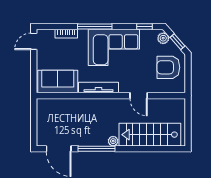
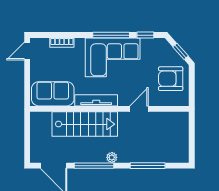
window: (95, 26) -> (111, 35), moved
plant: (163, 38) -> (165, 48), removed
door: (139, 96) -> (139, 109), swing flipped
stairs: (150, 135) -> (85, 124), moved, turned 180
window: (147, 149) -> (148, 166), added

